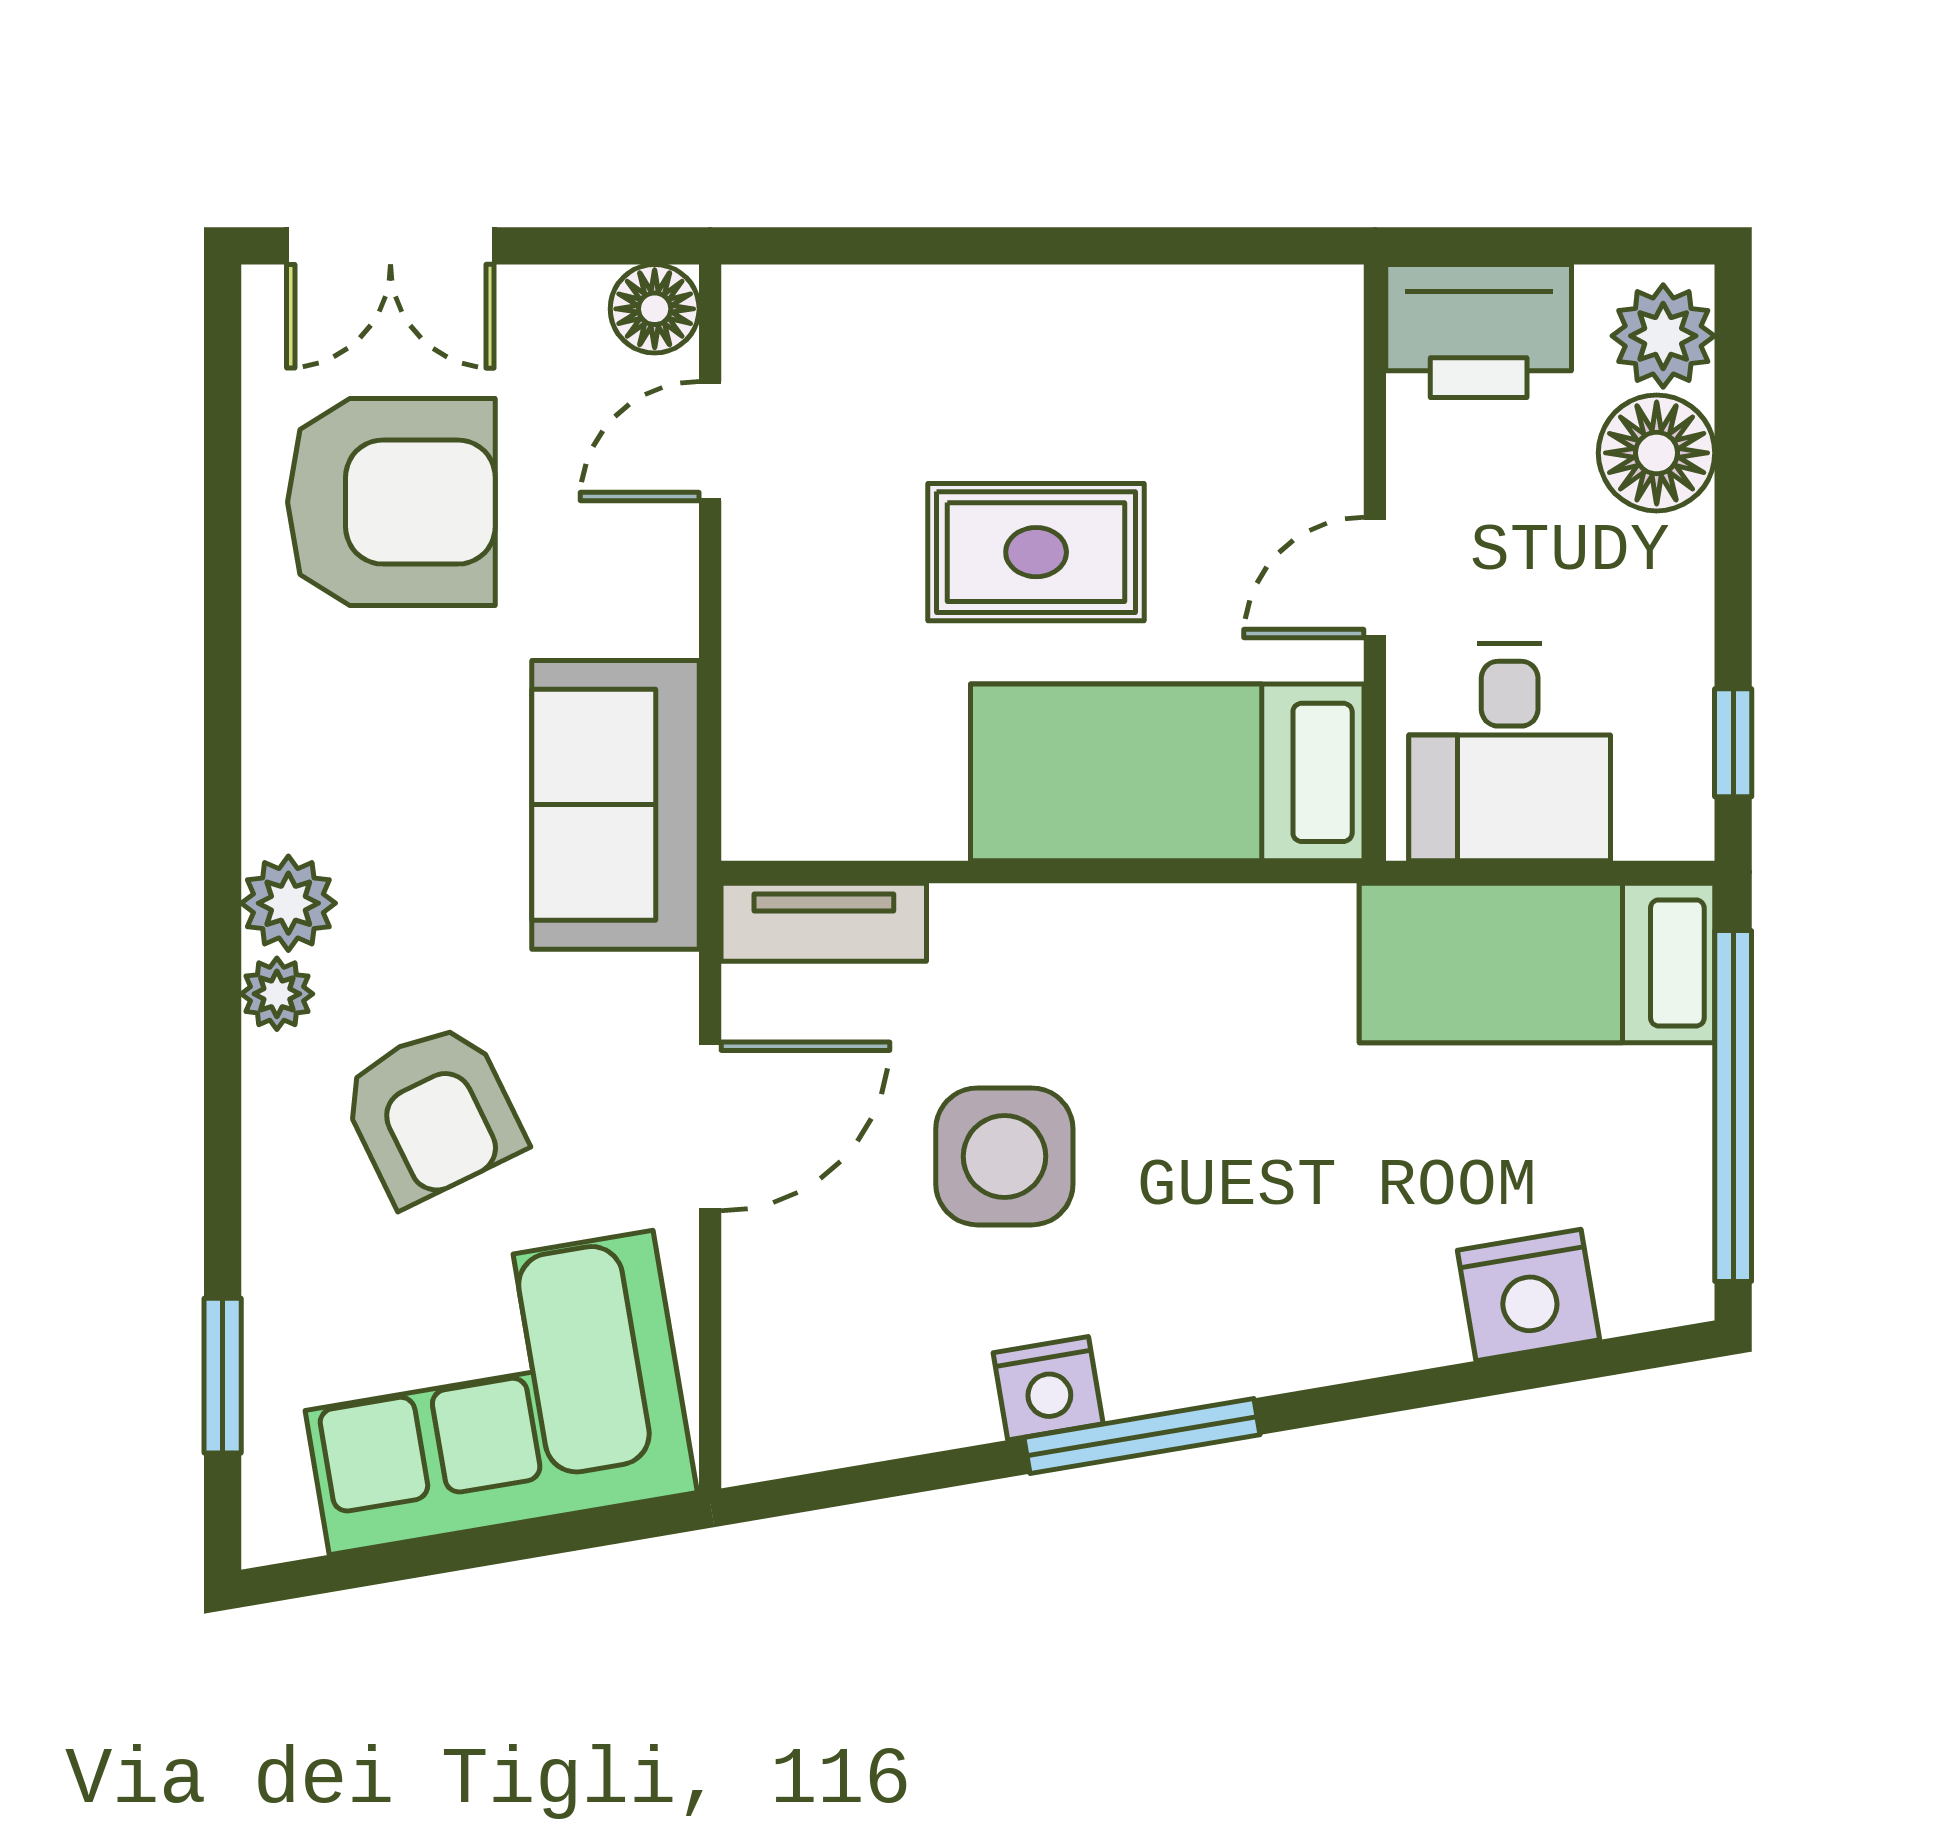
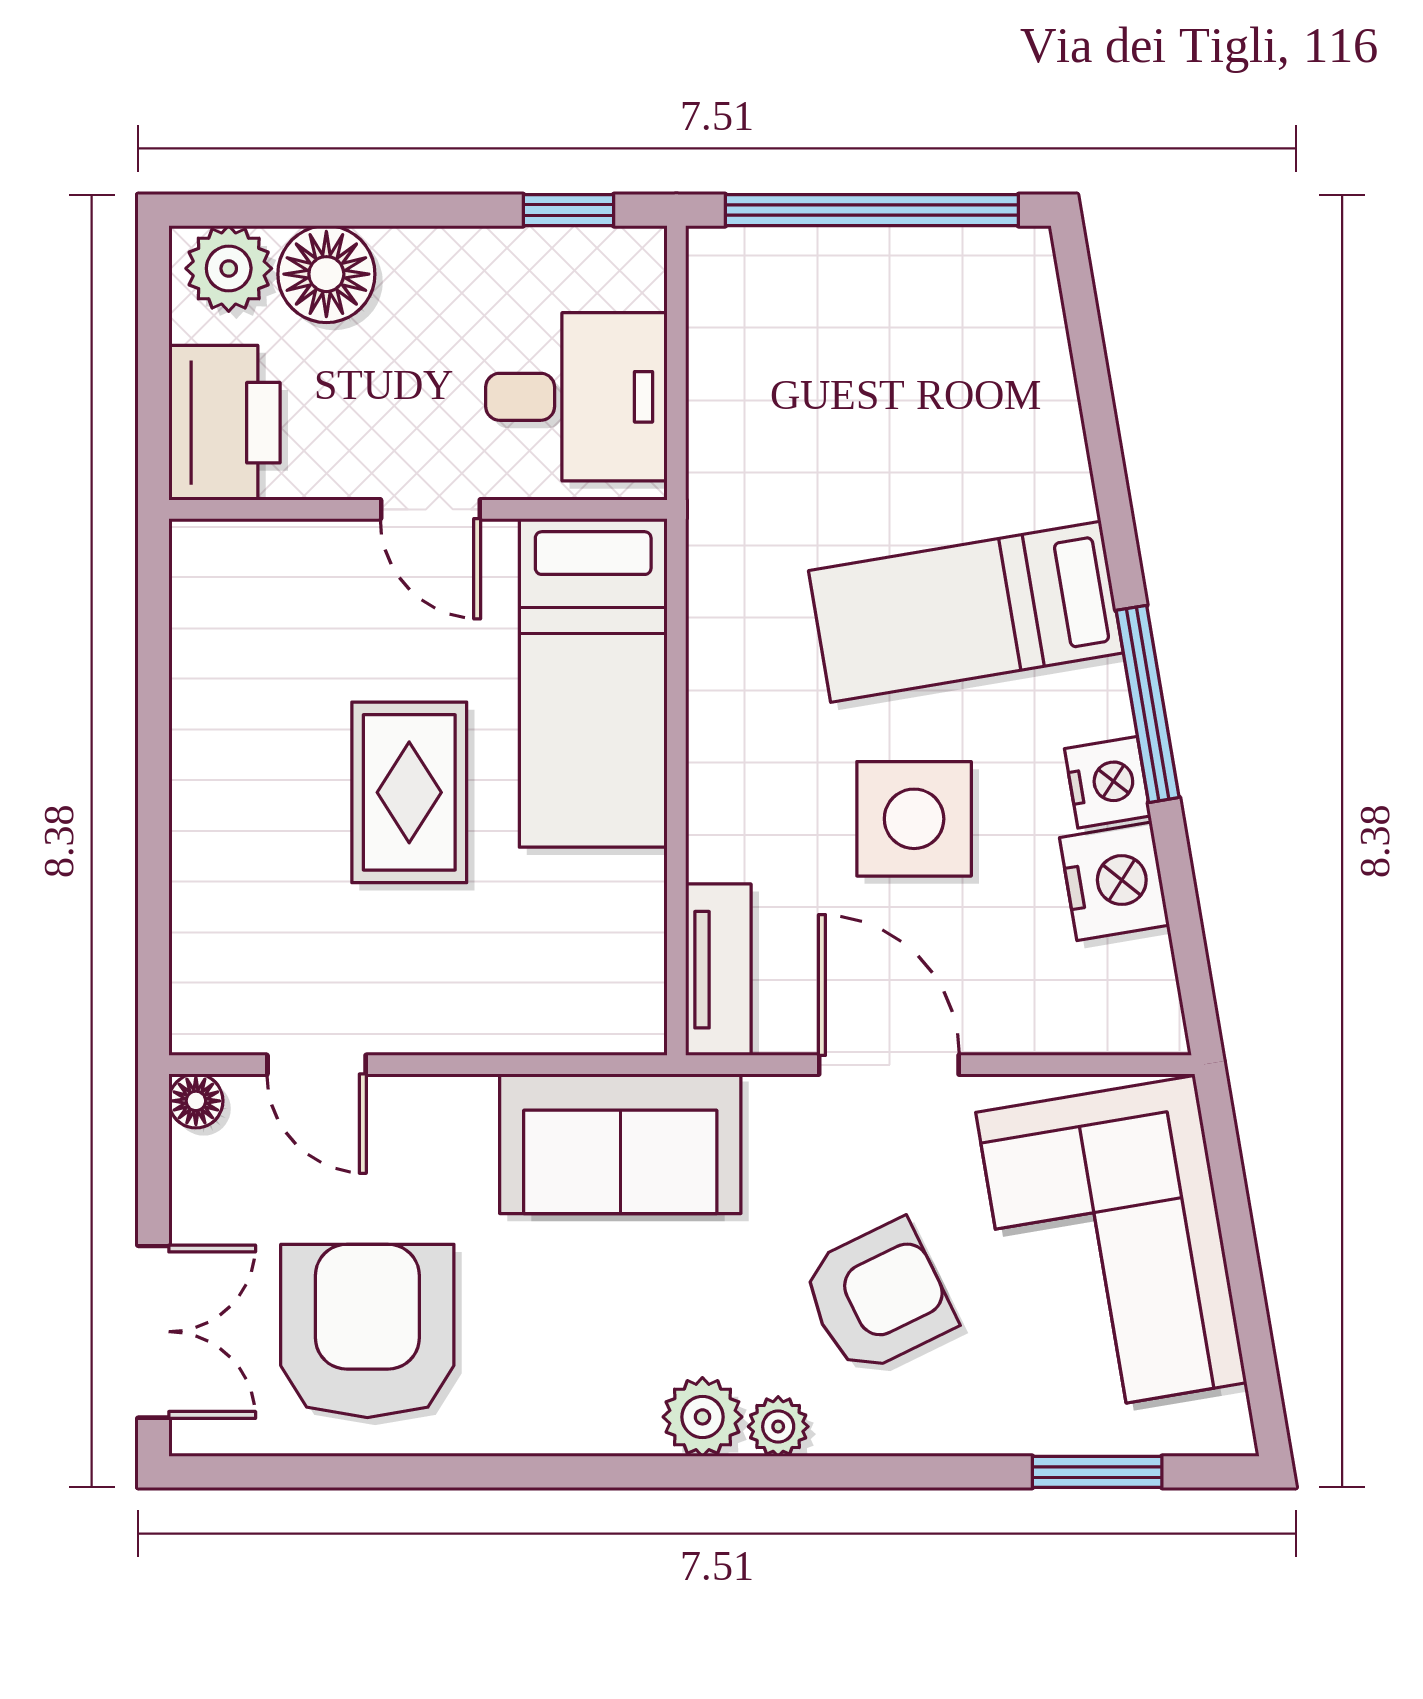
floor lamp: (655, 309) -> (196, 1101), width x0.73, depth x0.73
bed: (1537, 963) -> (966, 612), moved, turned 80
nightstand: (1528, 1295) -> (1114, 881), moved

